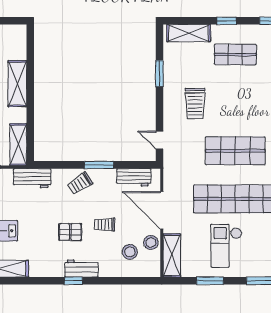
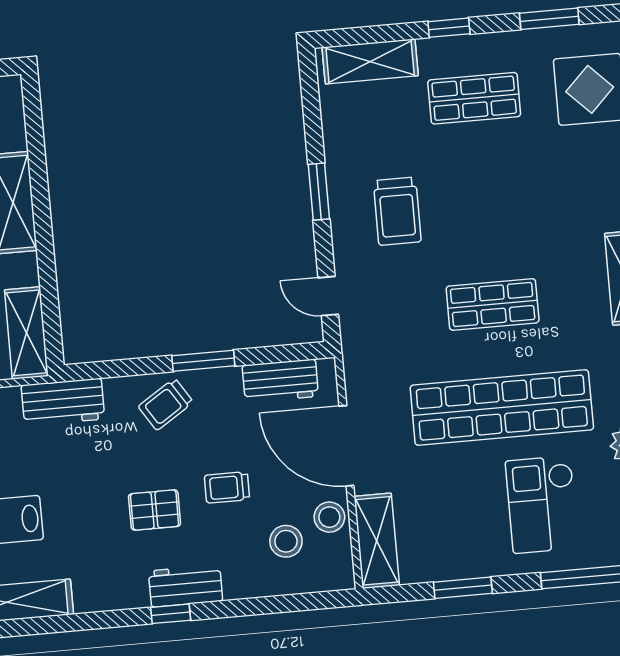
window: (160, 73) -> (319, 192), moved
shop shelf: (235, 151) -> (493, 304), width x0.70, depth x0.74
checkout: (226, 246) -> (542, 504), moved

